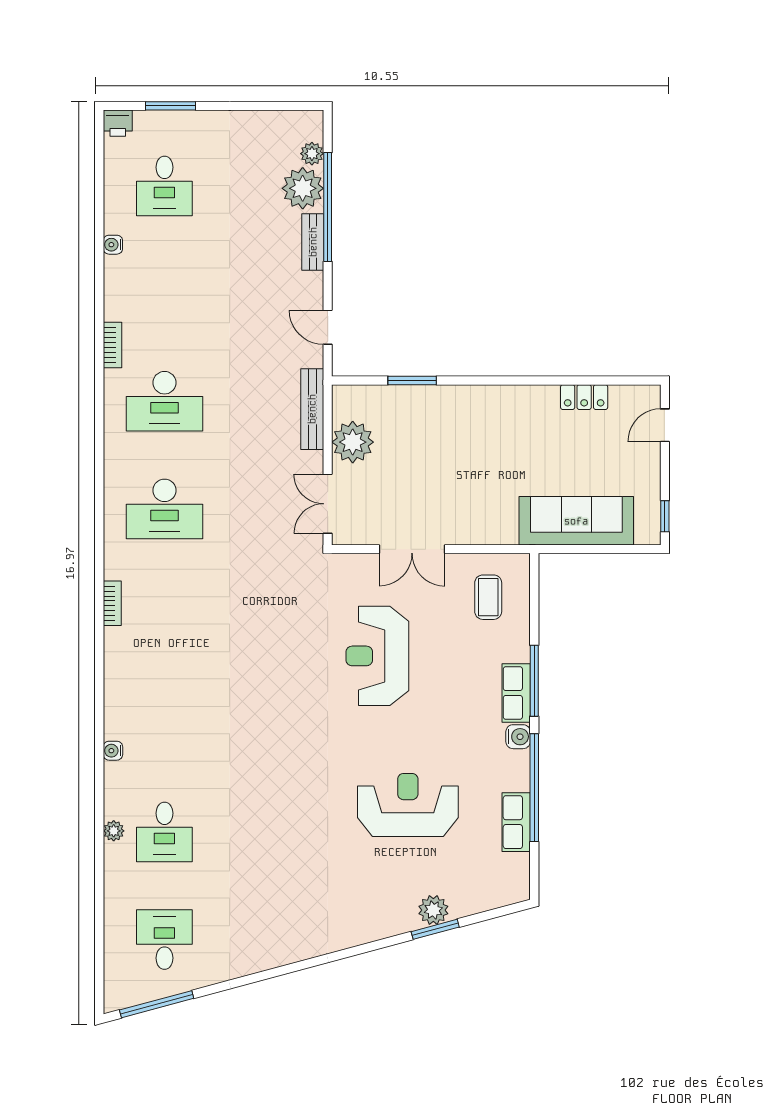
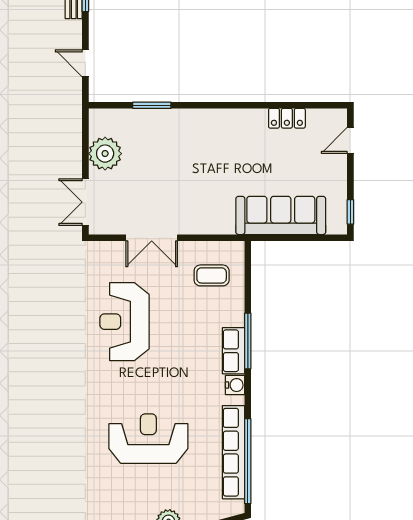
bench: (312, 409) -> (73, 128), removed
coffee table: (488, 597) -> (212, 275), turned 90
window: (534, 788) -> (248, 461), moved
row of seats: (516, 822) -> (233, 452), width x2.02

